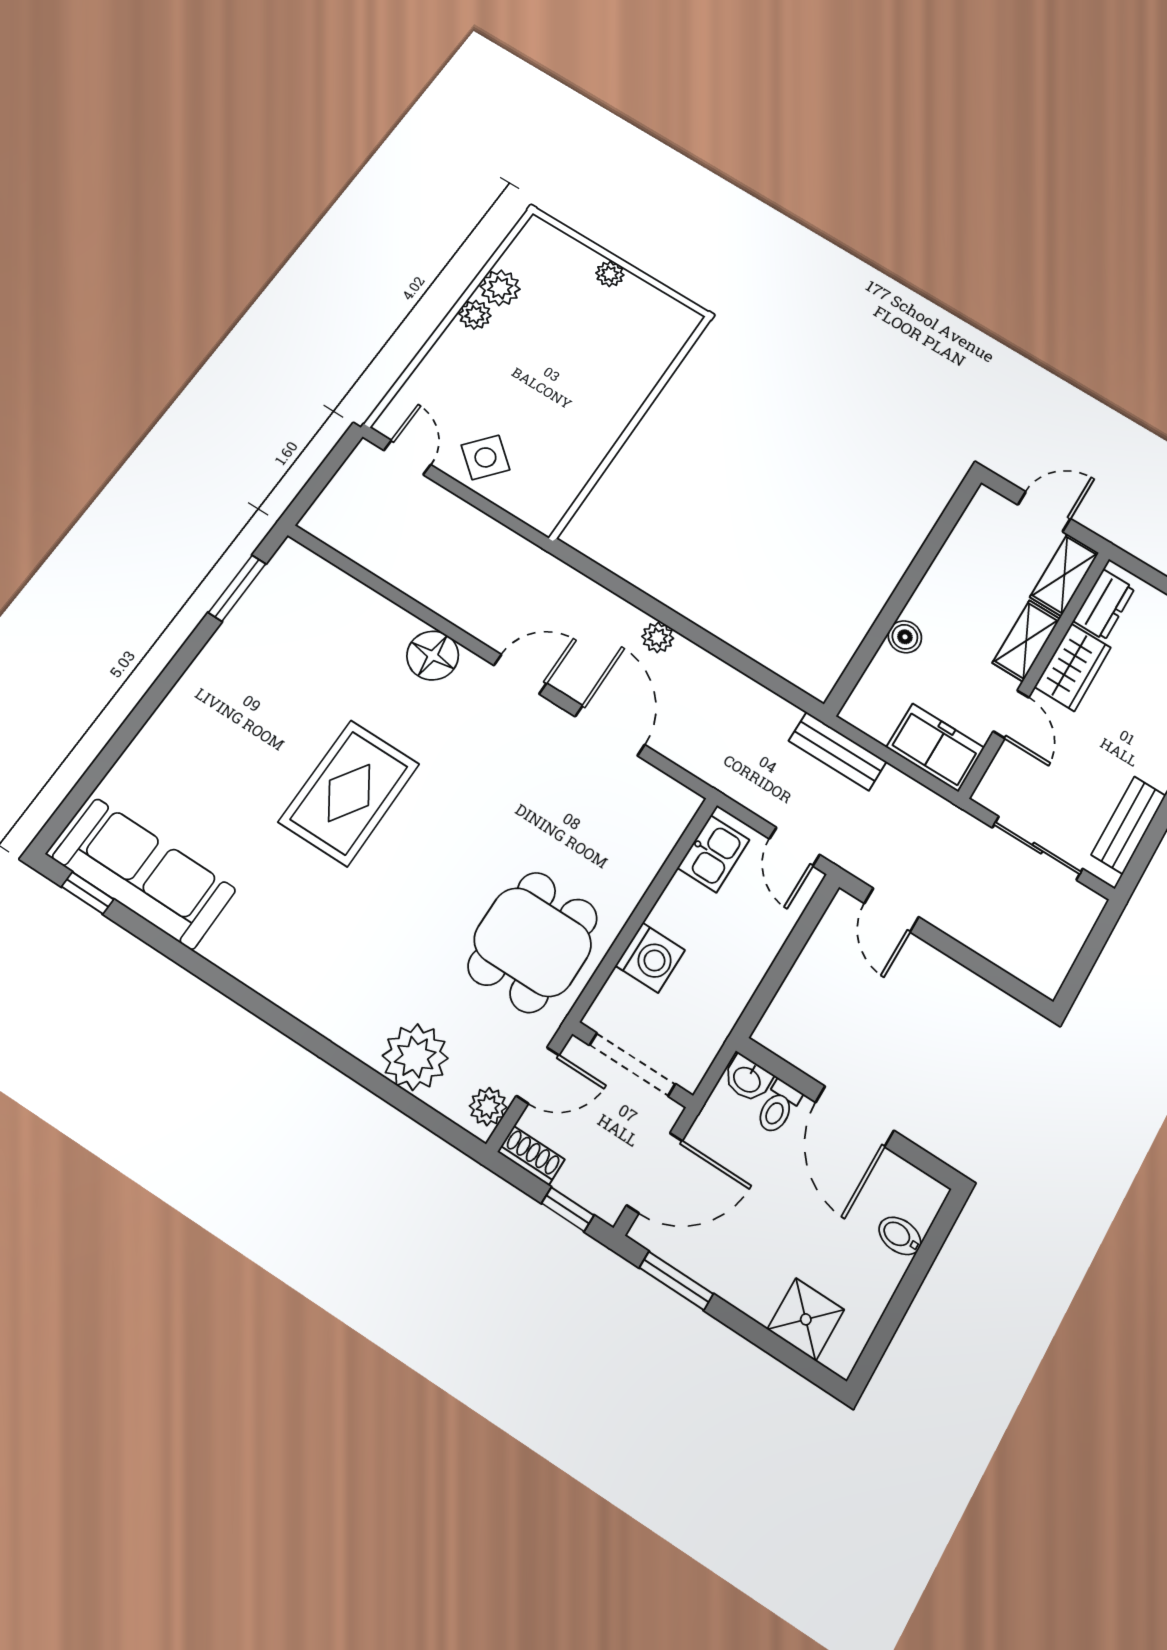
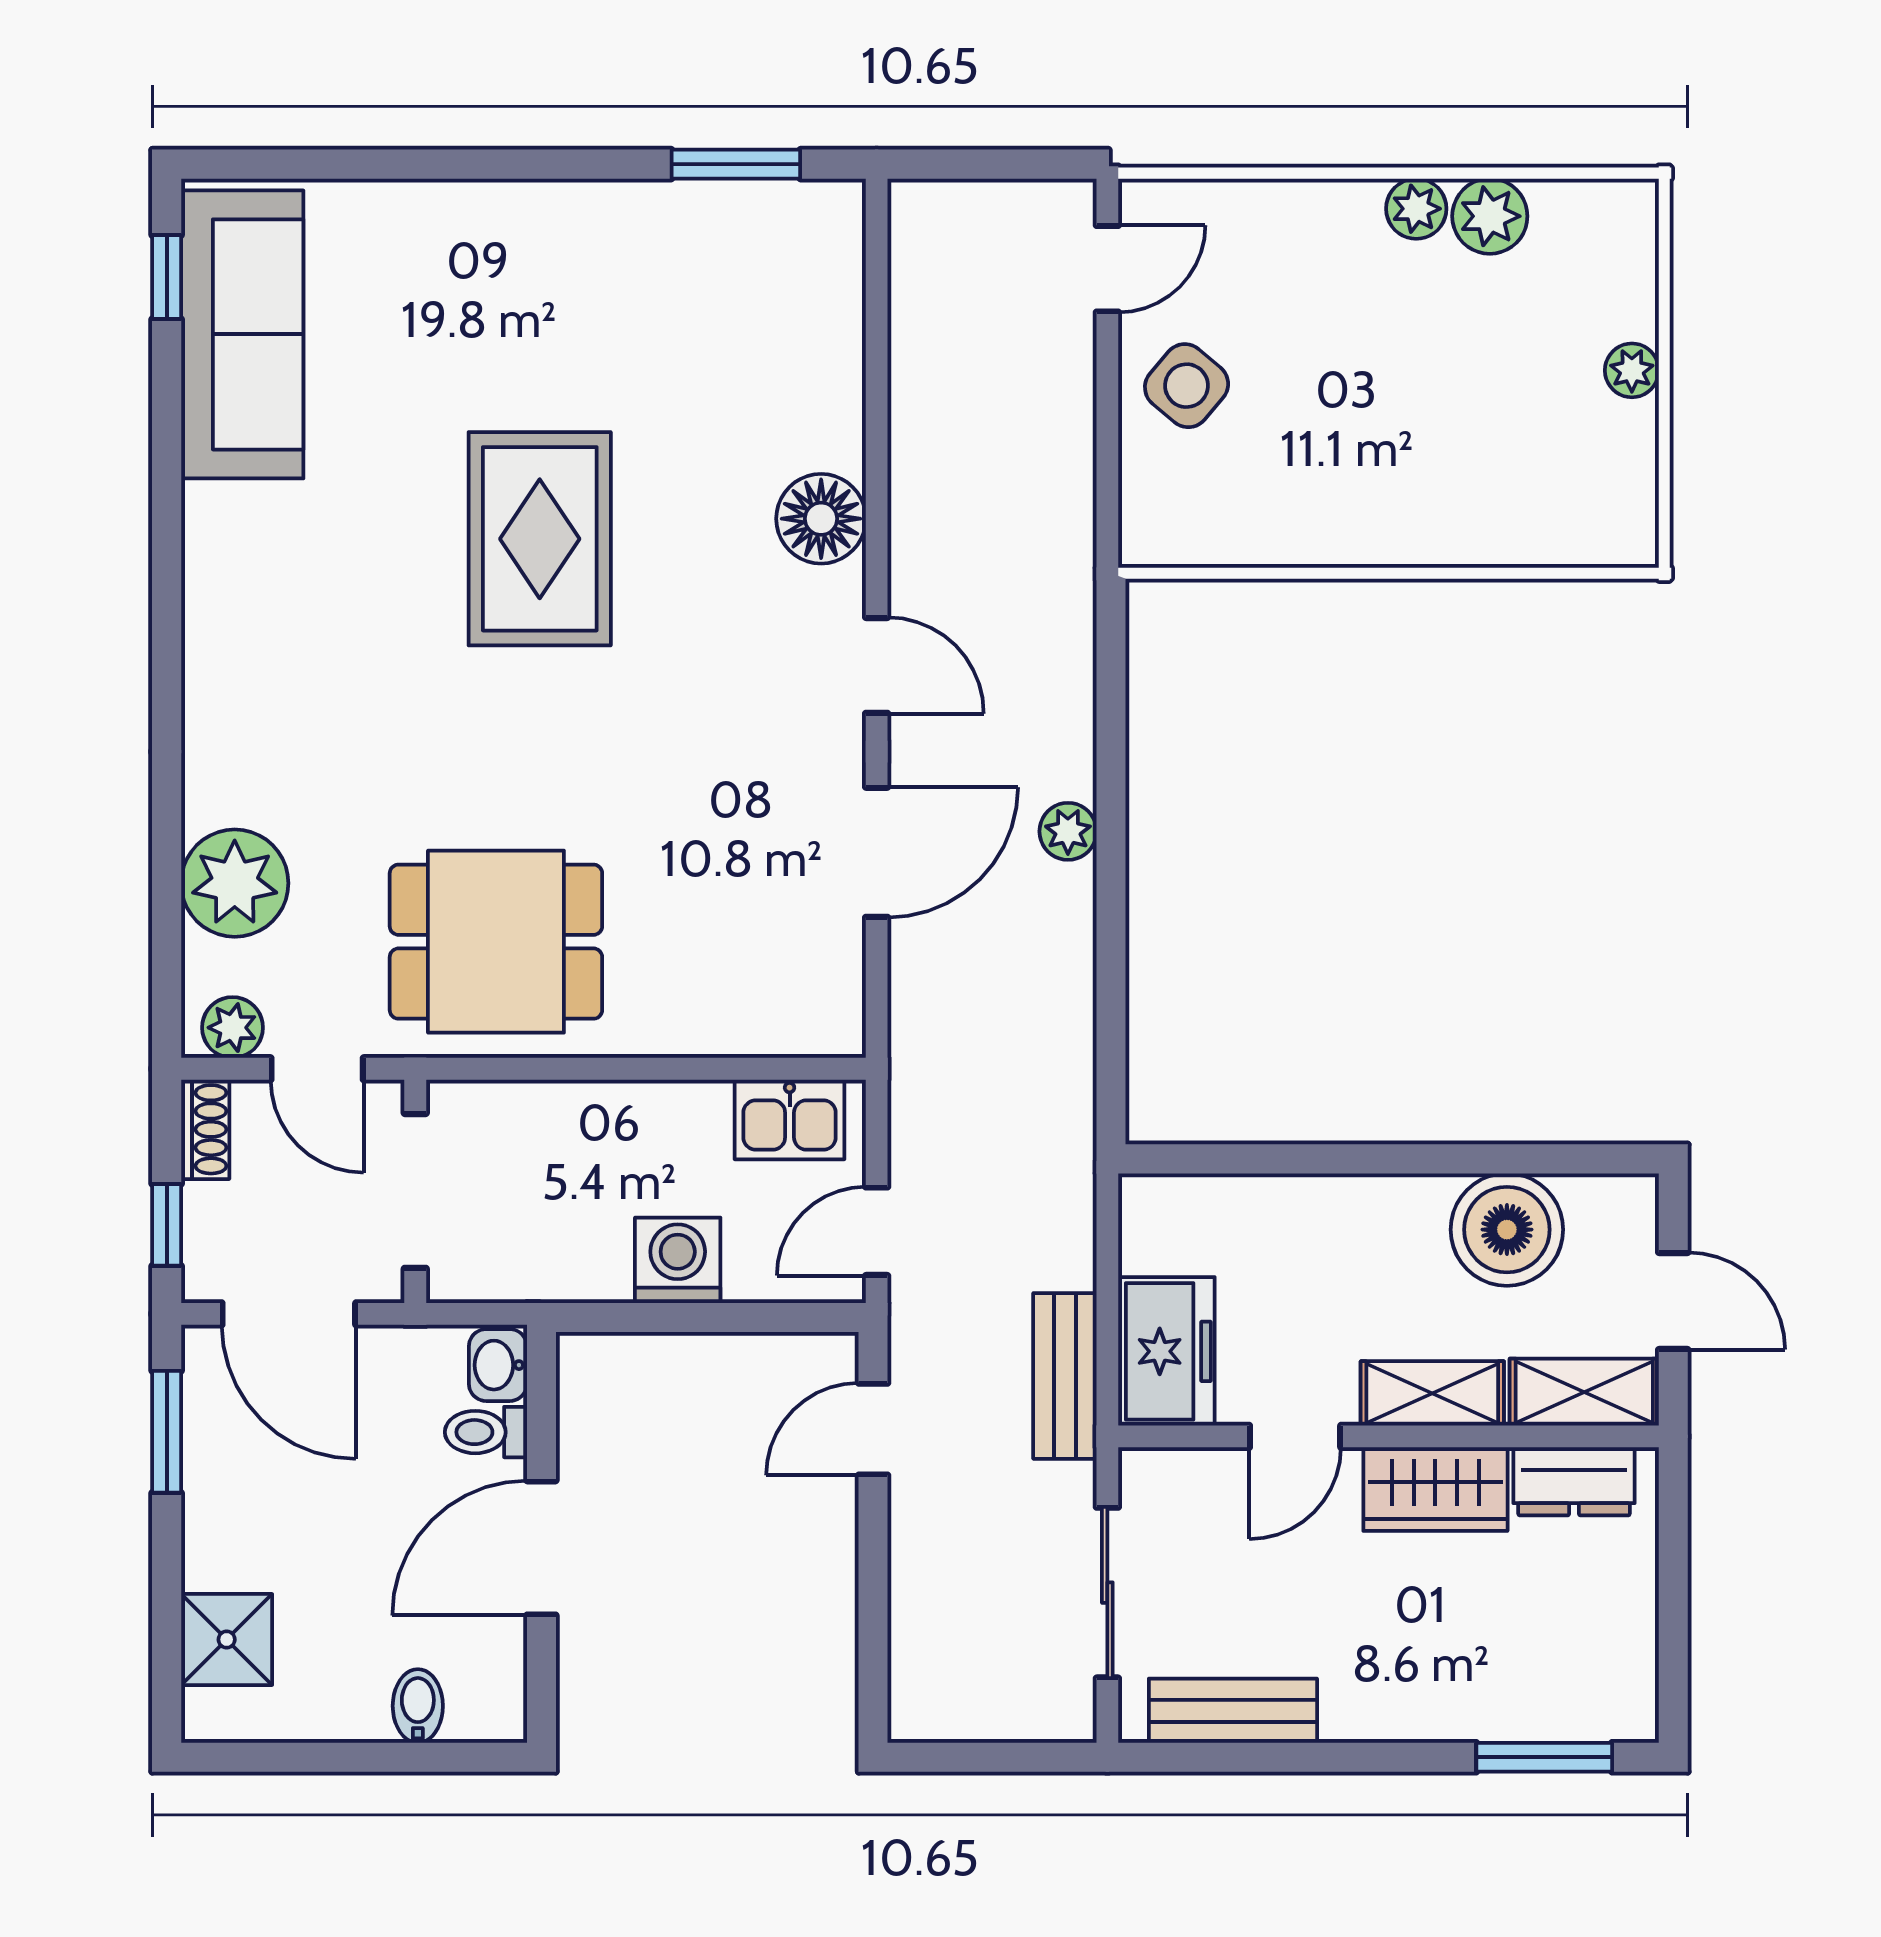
boiler: (905, 637) -> (1507, 1230), moved, width x1.86, depth x1.86
bench: (838, 751) -> (1065, 1376), moved
rug: (349, 793) -> (540, 539), turned 90
washing machine: (650, 958) -> (678, 1260), moved, turned 180

